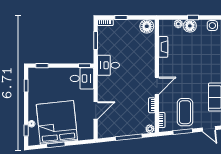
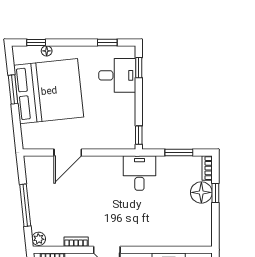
floor lamp: (147, 26) -> (201, 192), moved
desk: (82, 78) -> (117, 75), moved, turned -90
door: (96, 110) -> (68, 152), hinge flipped

